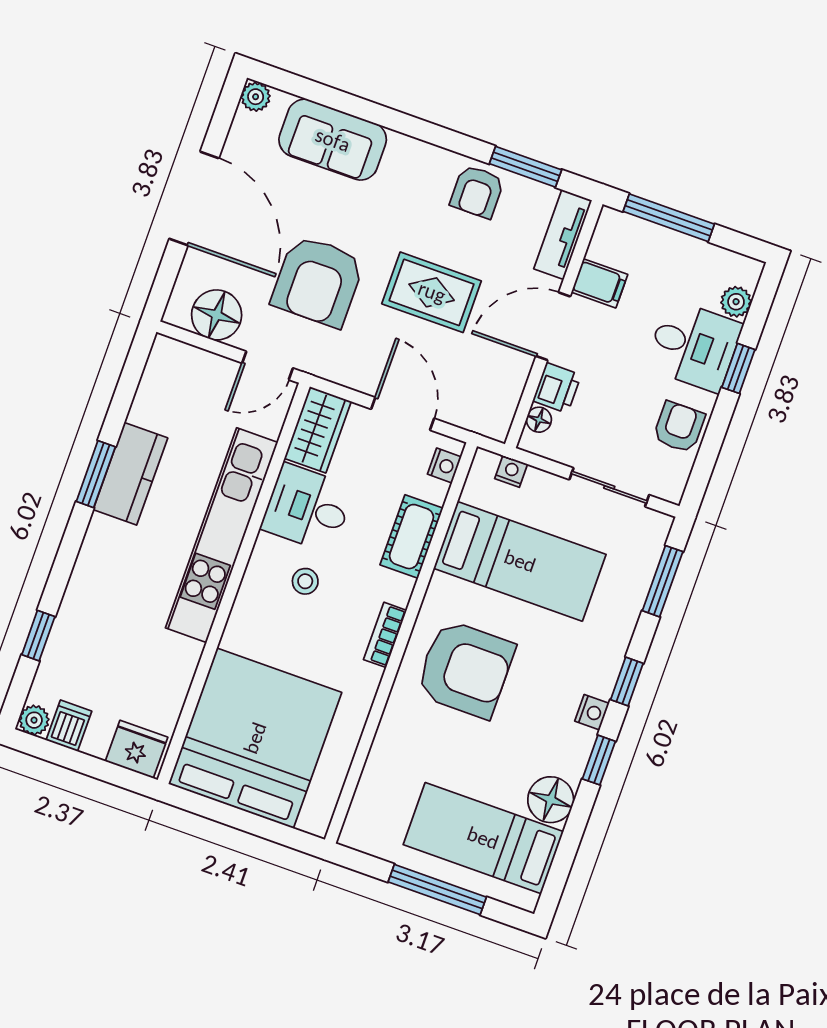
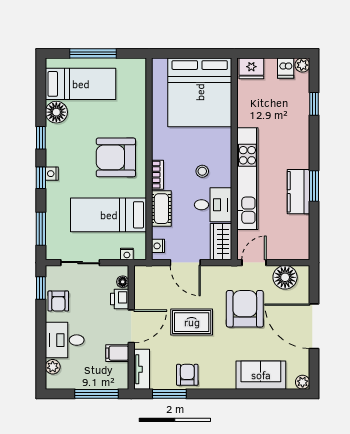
window: (738, 368) -> (41, 288), moved
bookcase: (385, 635) -> (158, 175), moved
nightstand: (592, 712) -> (52, 174), moved

